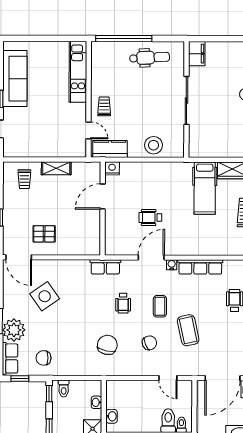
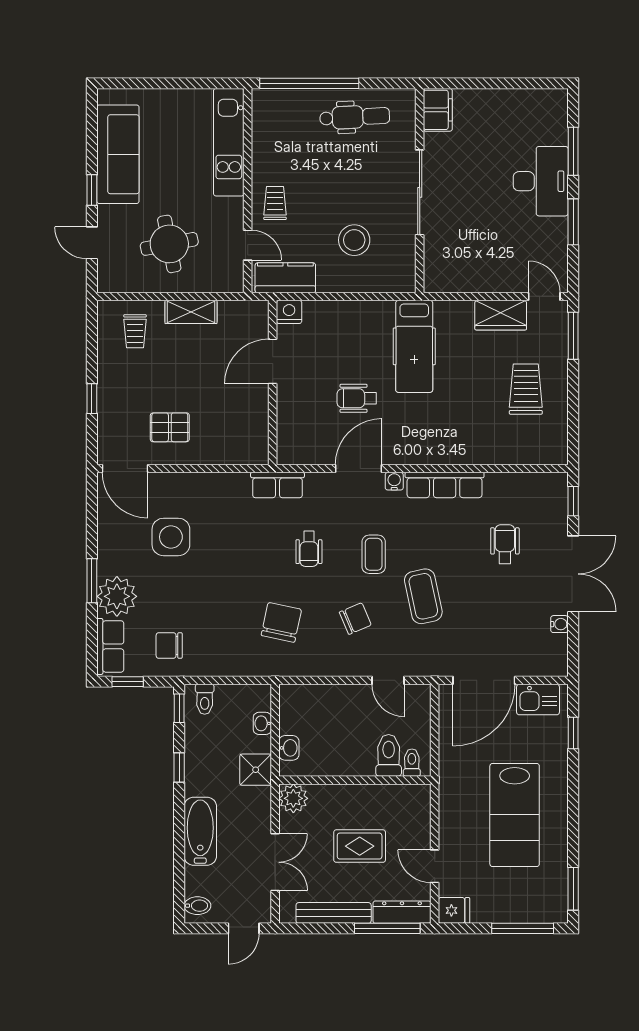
round table: (44, 130) -> (169, 244), added
stool: (154, 145) -> (354, 240), moved
hospital bed: (205, 188) -> (414, 346), moved
side table: (45, 296) -> (171, 537), turned 35

